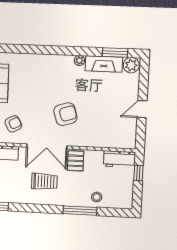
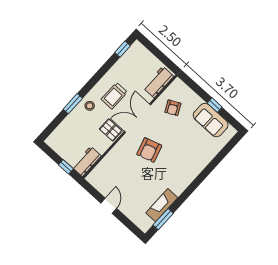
plant: (79, 60) -> (178, 190), removed
plant: (131, 65) -> (145, 223), removed
stool: (97, 197) -> (90, 106), moved
window: (80, 211) -> (73, 104), width x0.69

